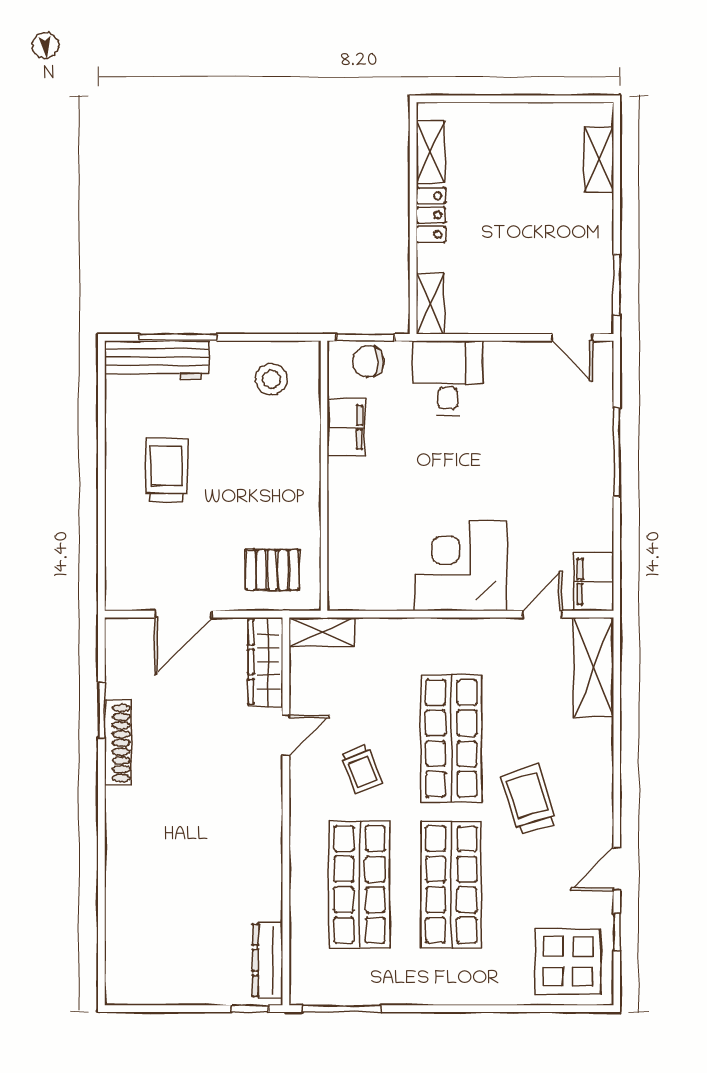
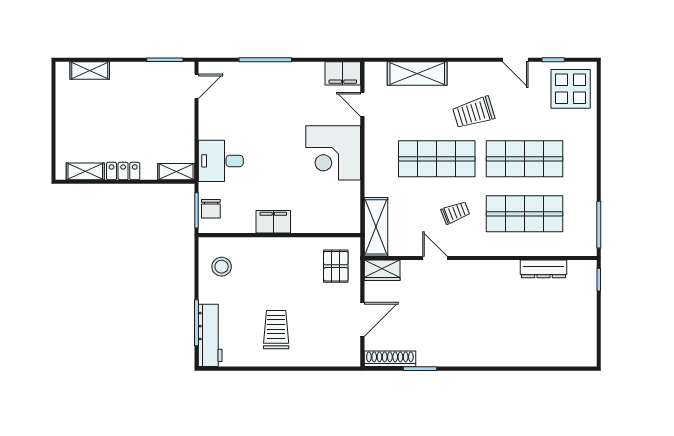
filing cabinet: (346, 427) -> (273, 222), moved
trolley: (166, 470) -> (276, 330), turned 90
door: (183, 614) -> (362, 319), hinge flipped
shelving: (322, 632) -> (376, 227), width x1.50, depth x1.33
wardrobe: (265, 662) -> (382, 270), width x0.67
shelving: (594, 667) -> (417, 73), moved
shoe rack: (118, 743) -> (390, 359), moved
dresser: (268, 960) -> (543, 269), moved

